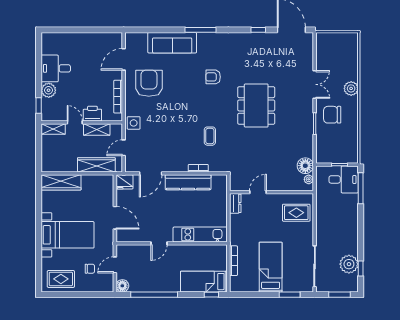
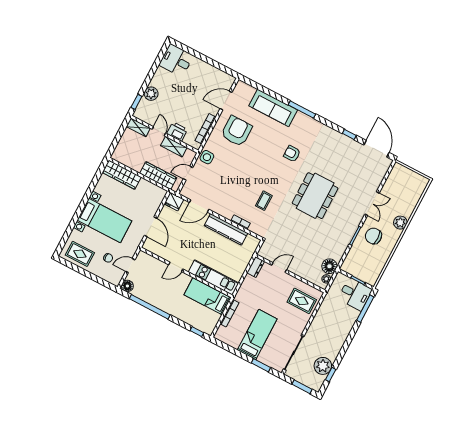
desk: (56, 68) -> (176, 60), moved
bed: (204, 282) -> (207, 296), moved

